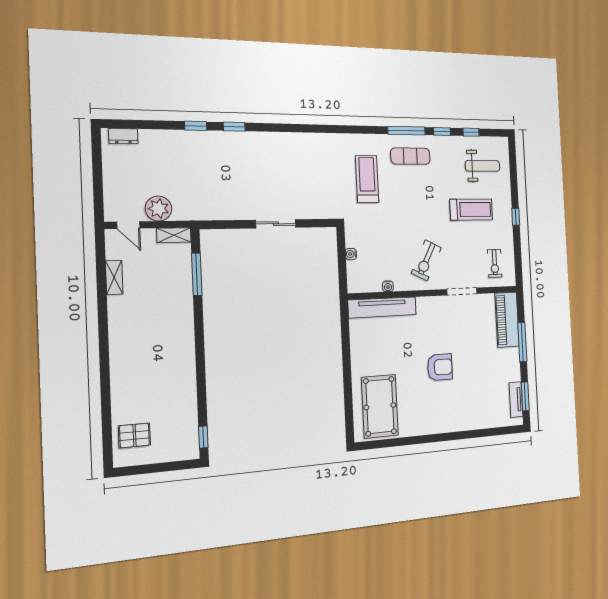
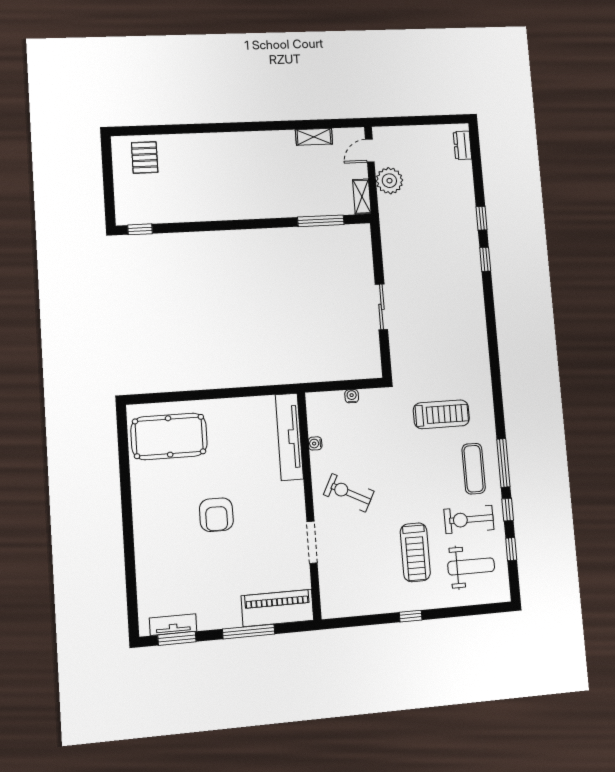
weight bench: (483, 166) -> (471, 566), turned -90
exercise bike: (495, 263) -> (469, 519), moved, width x1.38, depth x1.39

